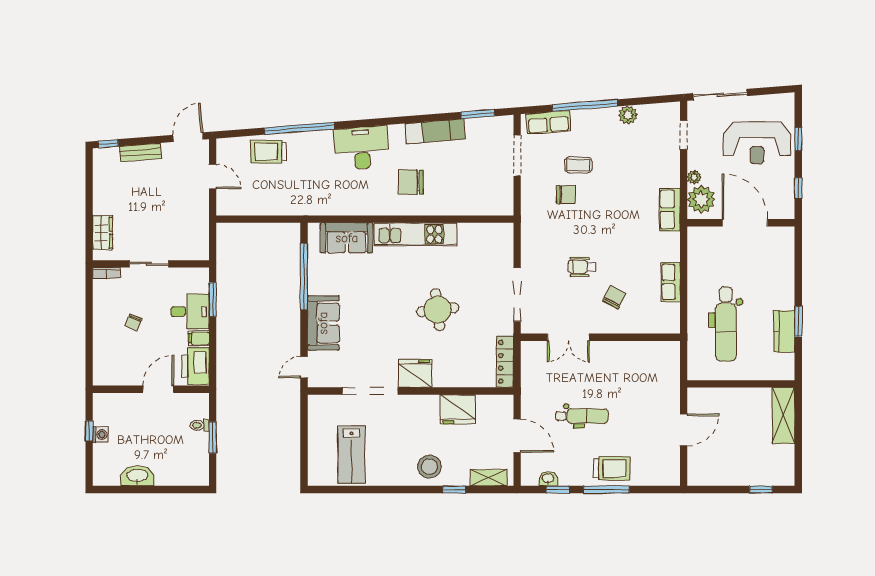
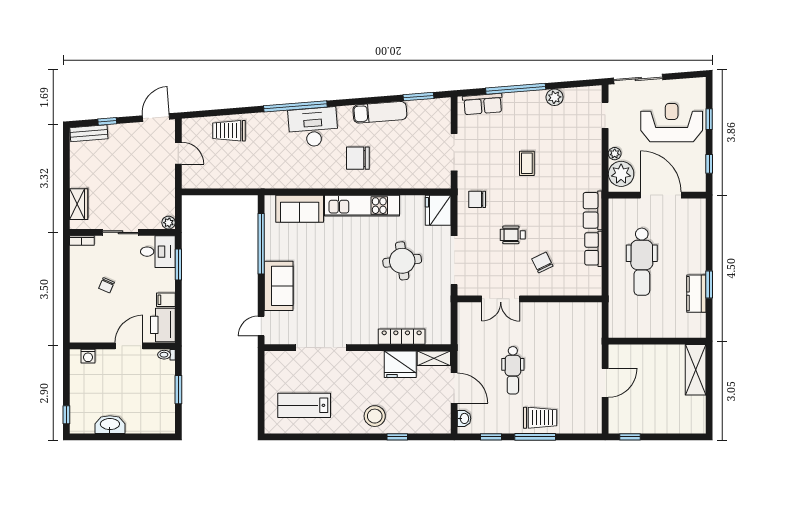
window: (299, 128) -> (295, 106), moved
reception desk: (757, 143) -> (672, 123), turned 180
window: (108, 144) -> (107, 121), moved
bench: (140, 152) -> (89, 133), moved
doorway: (517, 156) -> (454, 152), moved
coffee table: (578, 165) -> (527, 163), moved, turned 90
chair: (566, 194) -> (477, 199), moved, turned 180
row of seats: (670, 210) -> (593, 210), moved
plant: (202, 253) -> (169, 223), added
chair: (614, 297) -> (542, 263), turned -53
round table: (438, 310) -> (402, 261), moved
desk: (190, 312) -> (158, 252), moved
dental chair: (726, 324) -> (642, 262), moved
locker: (505, 362) -> (402, 337), moved, turned 90
fridge: (415, 373) -> (438, 210), moved, turned -90
dental chair: (582, 416) -> (513, 370), turned 90
toilet: (200, 425) -> (166, 355), moved
window: (89, 431) -> (66, 415), moved
washing machine: (100, 434) -> (88, 356), moved, turned 90
lab bench: (351, 455) -> (304, 405), turned 90
shelving: (489, 478) -> (434, 358), moved
washbasin: (548, 479) -> (464, 418), moved, turned 90
window: (761, 490) -> (630, 437), moved

